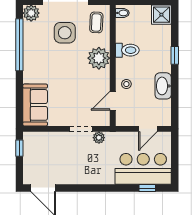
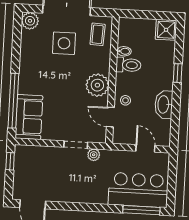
bidet: (122, 13) -> (124, 51), moved
window: (19, 45) -> (13, 101), moved
plant: (99, 58) -> (97, 85), moved
door: (113, 101) -> (110, 117), hinge flipped
door: (148, 129) -> (145, 148), swing flipped
window: (147, 188) -> (141, 210), width x2.17

